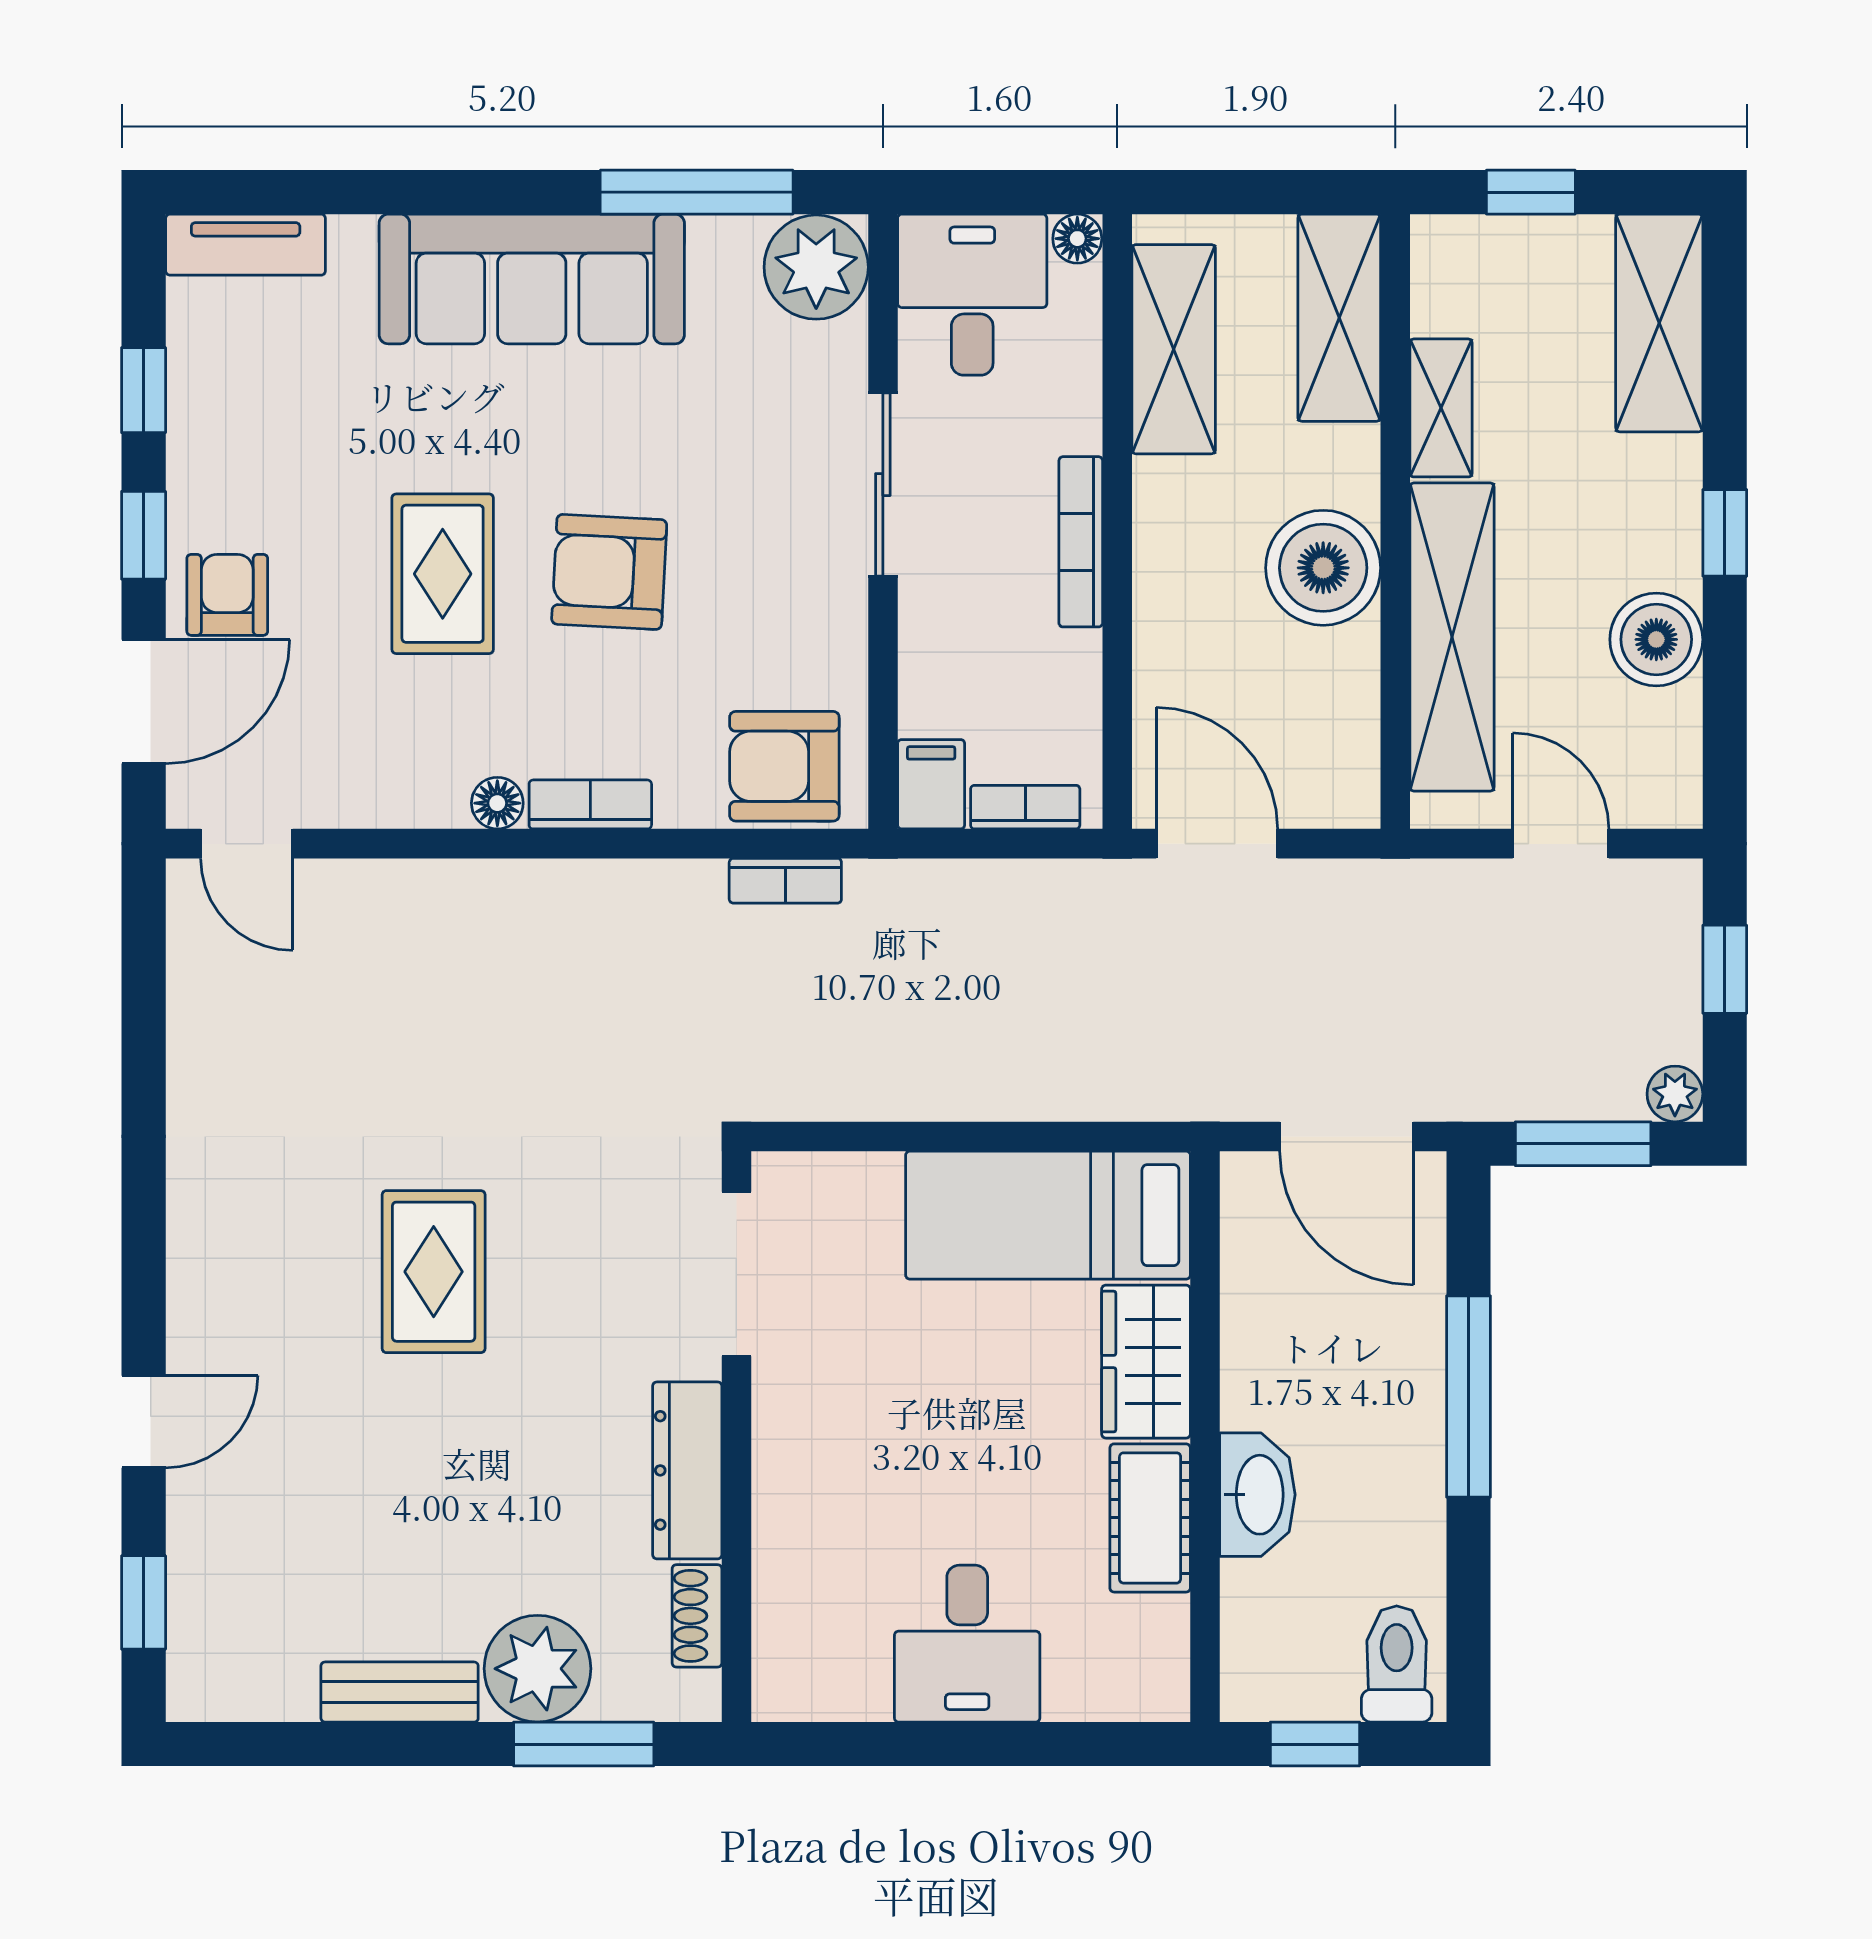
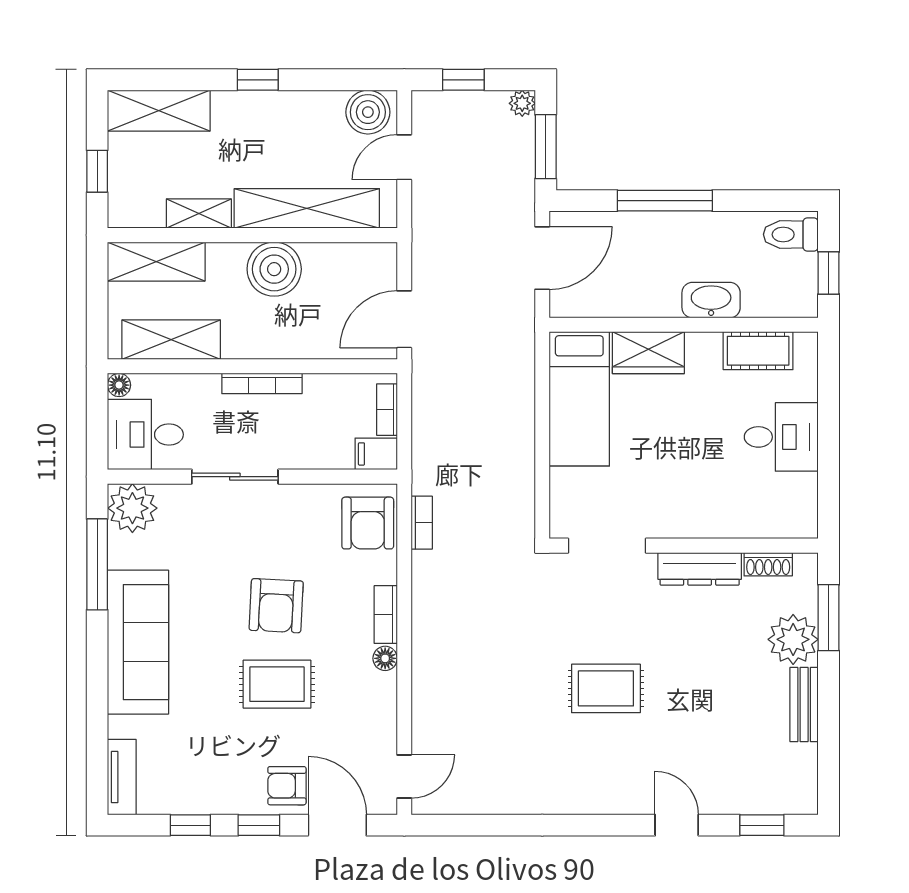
boiler: (1656, 639) -> (368, 112), moved
cot: (1150, 1518) -> (758, 351), moved

